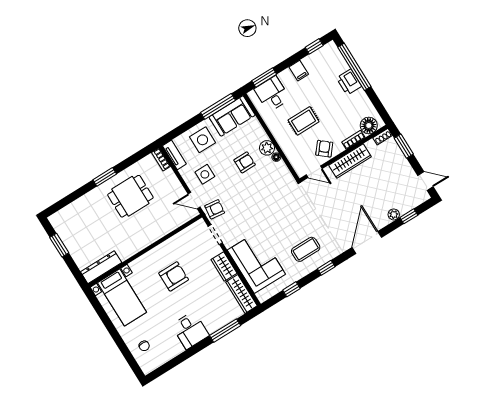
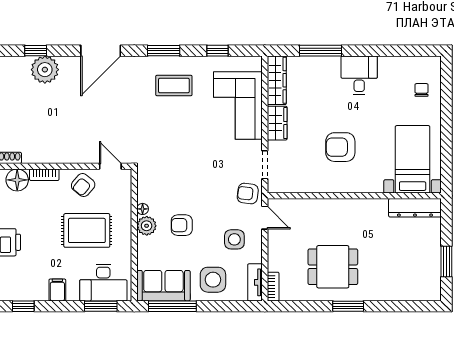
desk: (272, 94) -> (103, 283), width x1.37
rug: (304, 121) -> (87, 230), width x1.36, depth x1.43
wardrobe: (350, 161) -> (63, 153), removed
plant: (394, 214) -> (45, 70), width x1.87, depth x1.87
window: (326, 268) -> (164, 51), width x1.50

